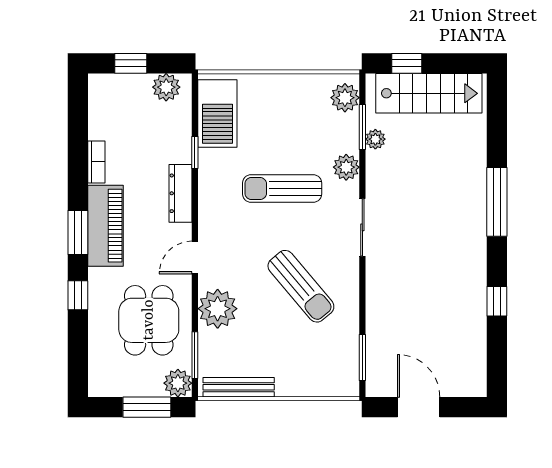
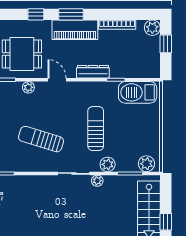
window: (407, 63) -> (166, 222), moved
plant: (166, 87) -> (152, 28), moved
plant: (375, 139) -> (97, 181), moved
bookcase: (96, 162) -> (117, 25), width x1.56
sun lounger: (301, 286) -> (41, 139), turned 57
plant: (218, 309) -> (28, 87), width x0.53, depth x0.53

